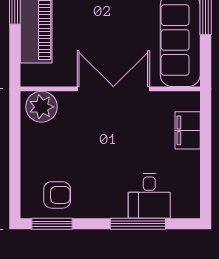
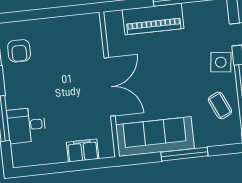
plant: (42, 107) -> (89, 30), removed

